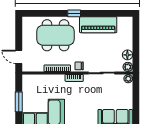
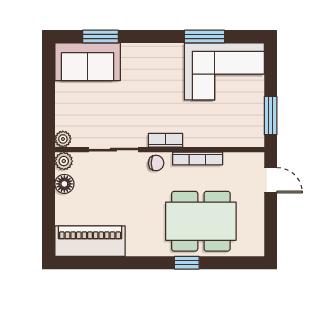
window: (74, 13) -> (187, 263), moved
piano: (98, 25) -> (90, 241), moved
window: (19, 102) -> (271, 116), moved

